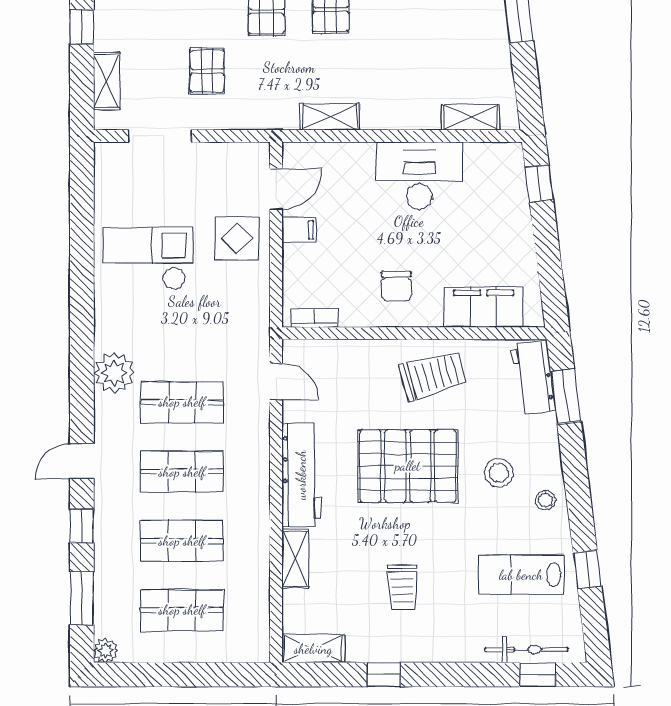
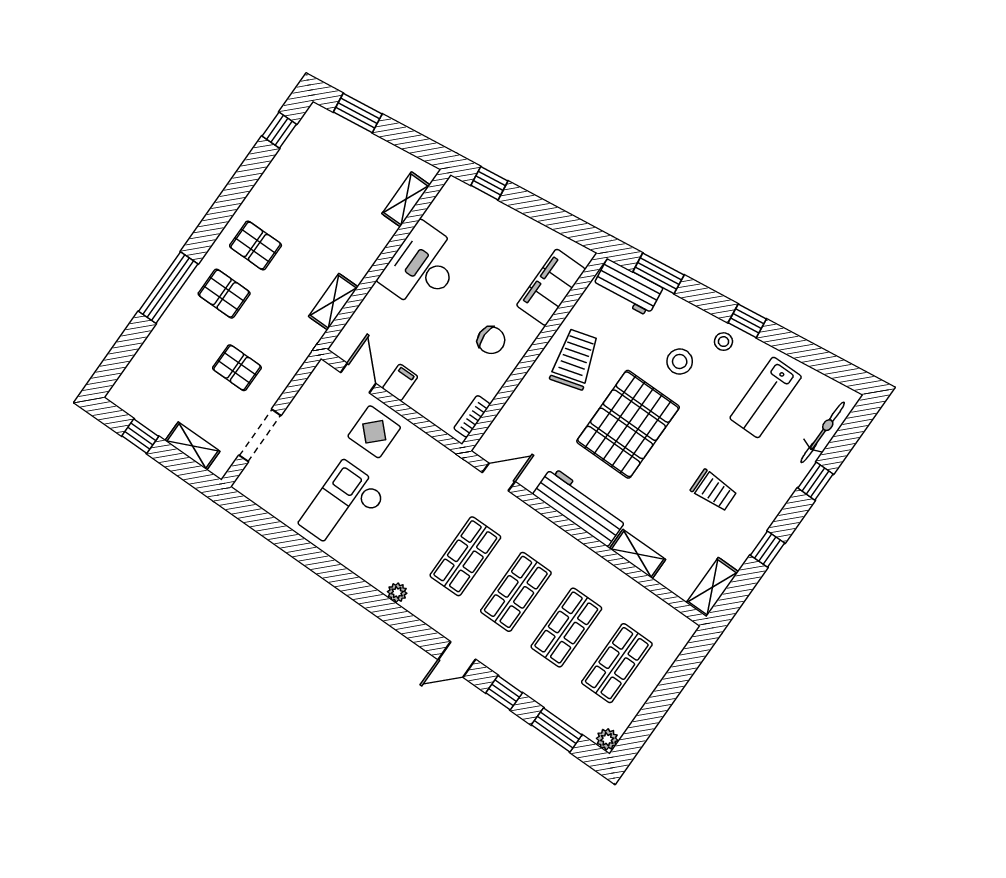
plant: (114, 373) -> (397, 593), width x0.53, depth x0.53
door: (82, 461) -> (457, 659), hinge flipped
window: (587, 569) -> (747, 321), moved
window: (538, 674) -> (815, 481), moved

